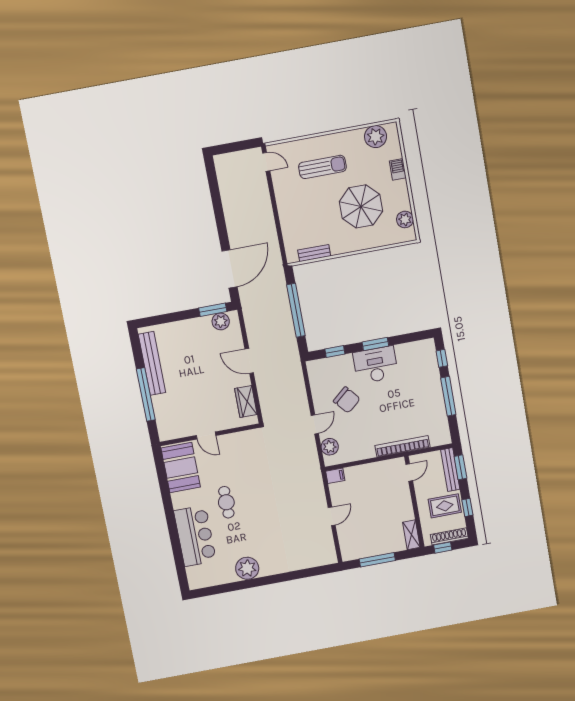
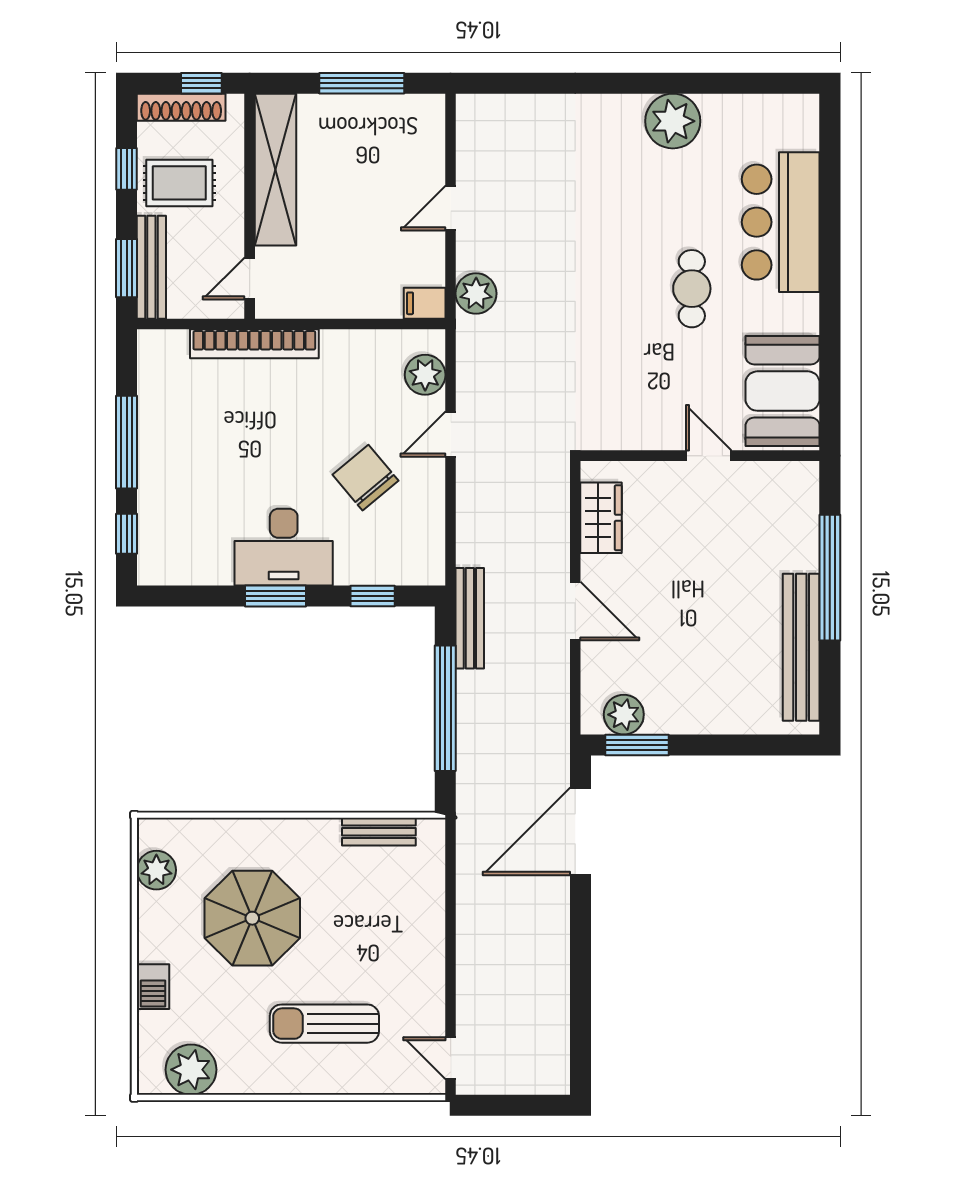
bench: (293, 350) -> (470, 618), added
plant: (315, 484) -> (476, 294), added
shelving: (411, 535) -> (276, 170), width x2.20, depth x1.33

